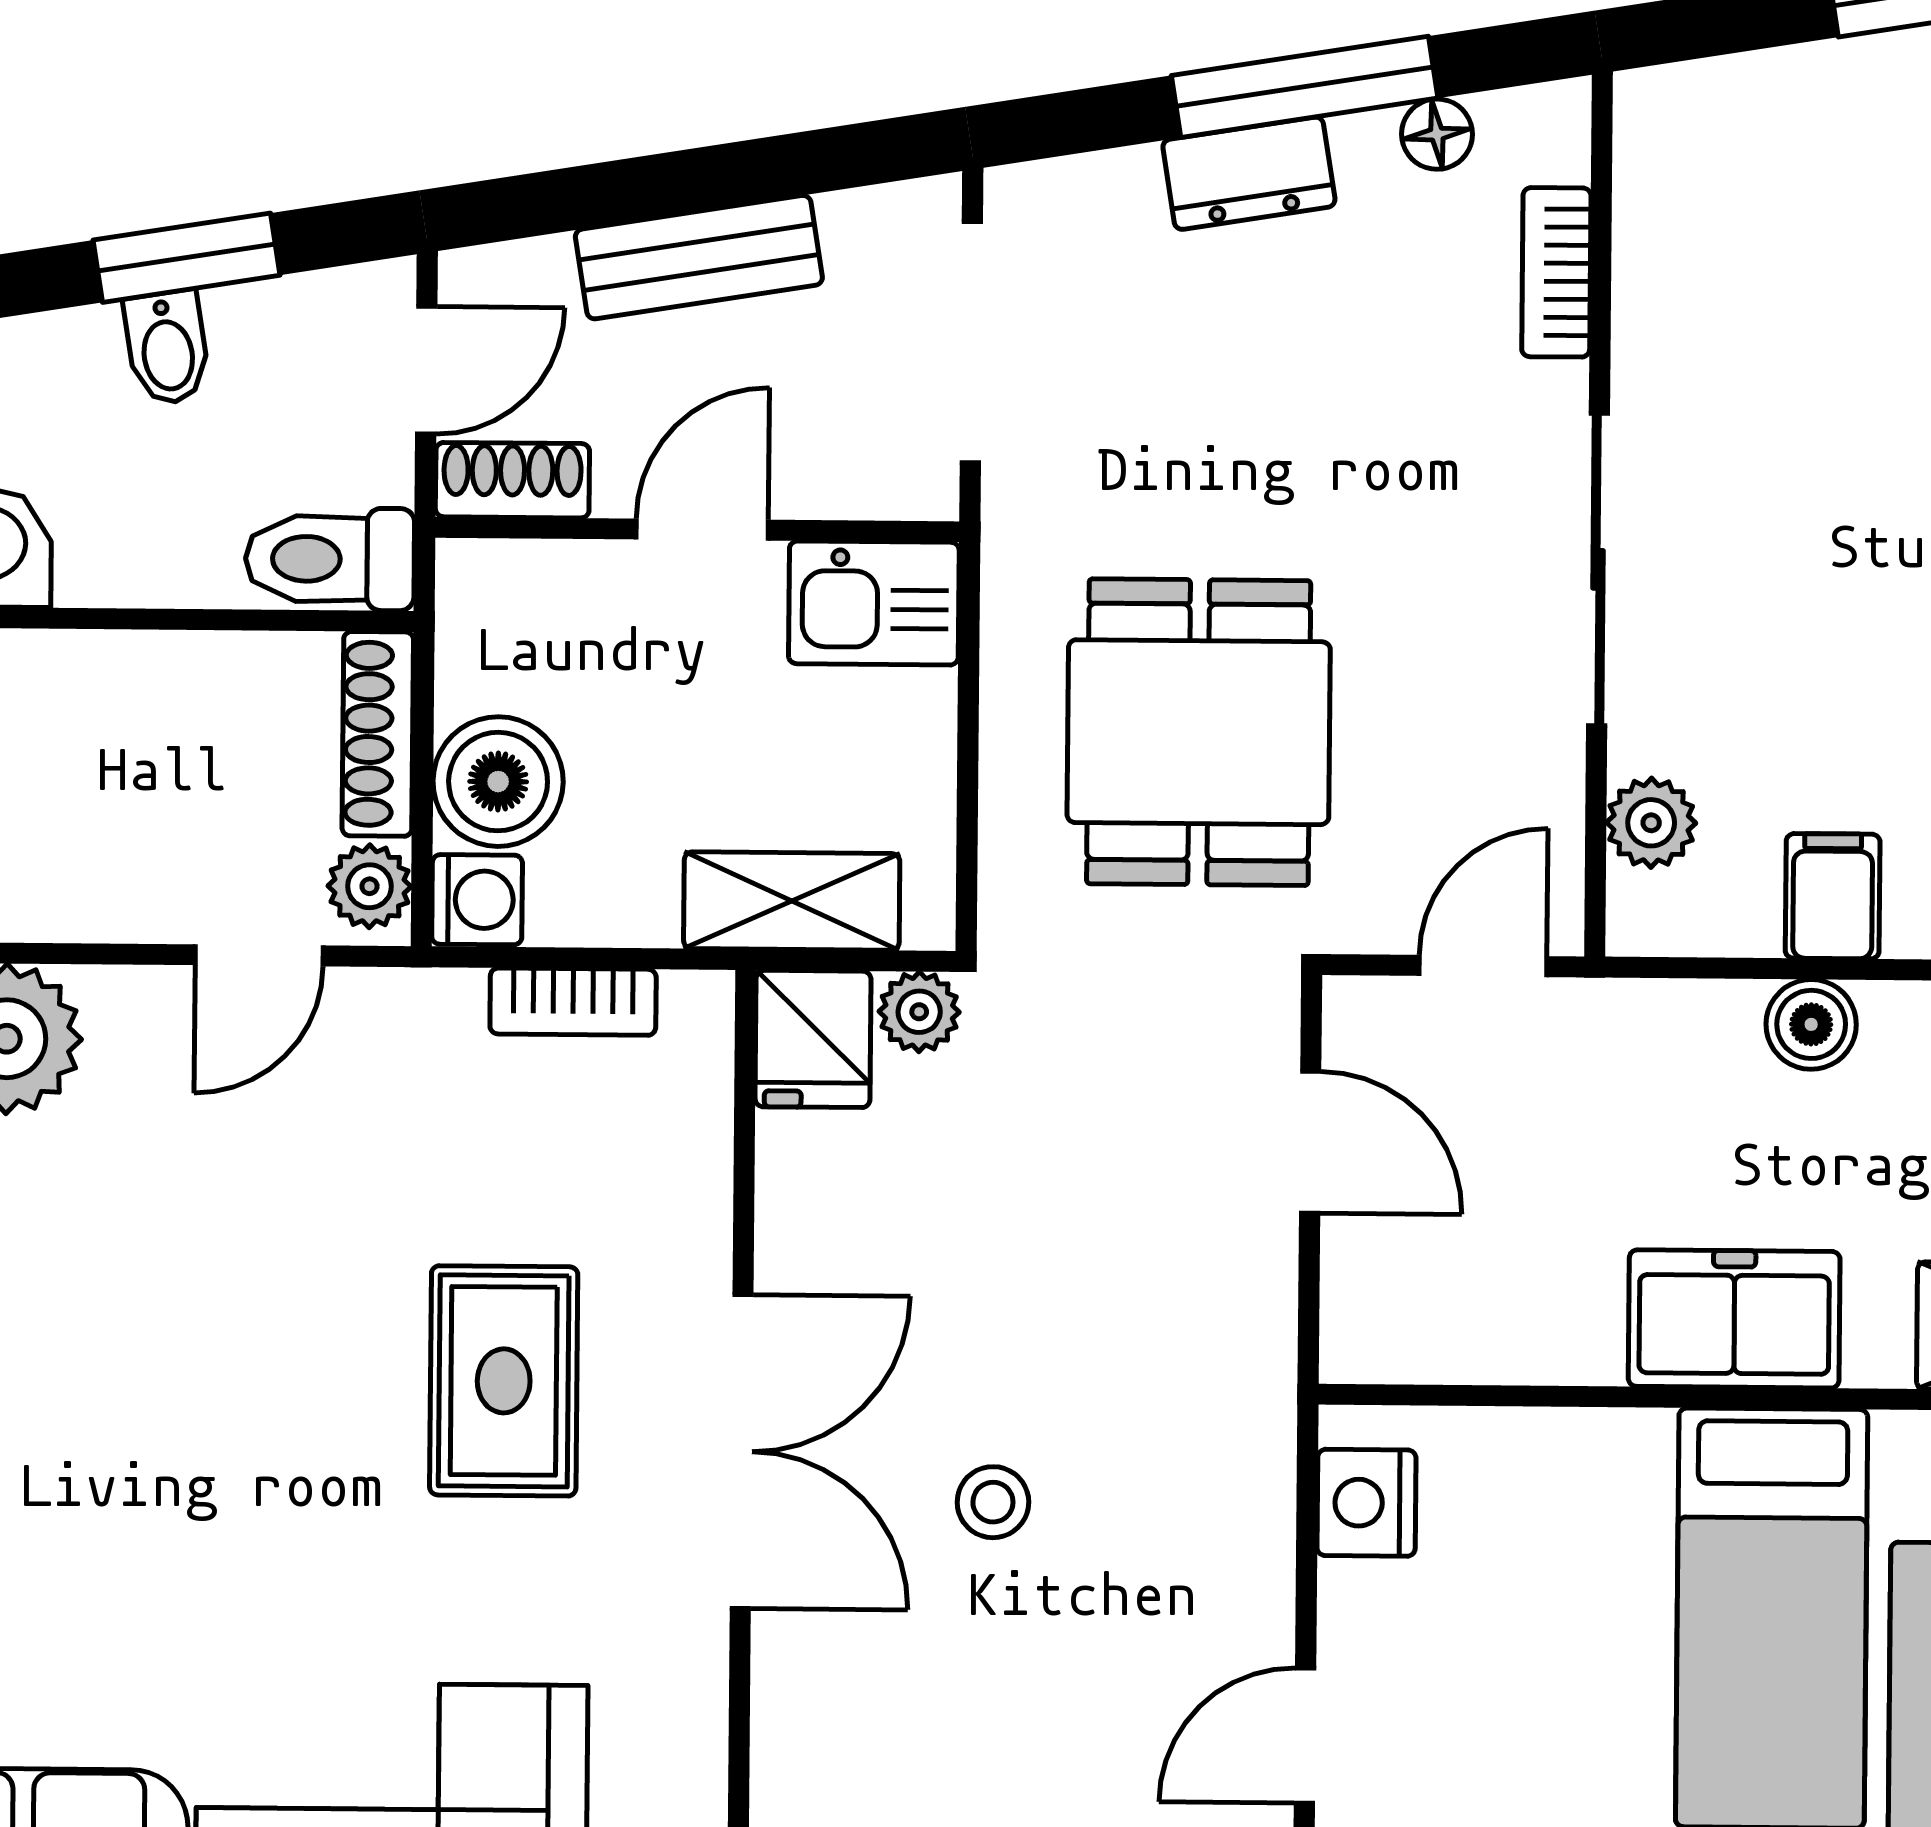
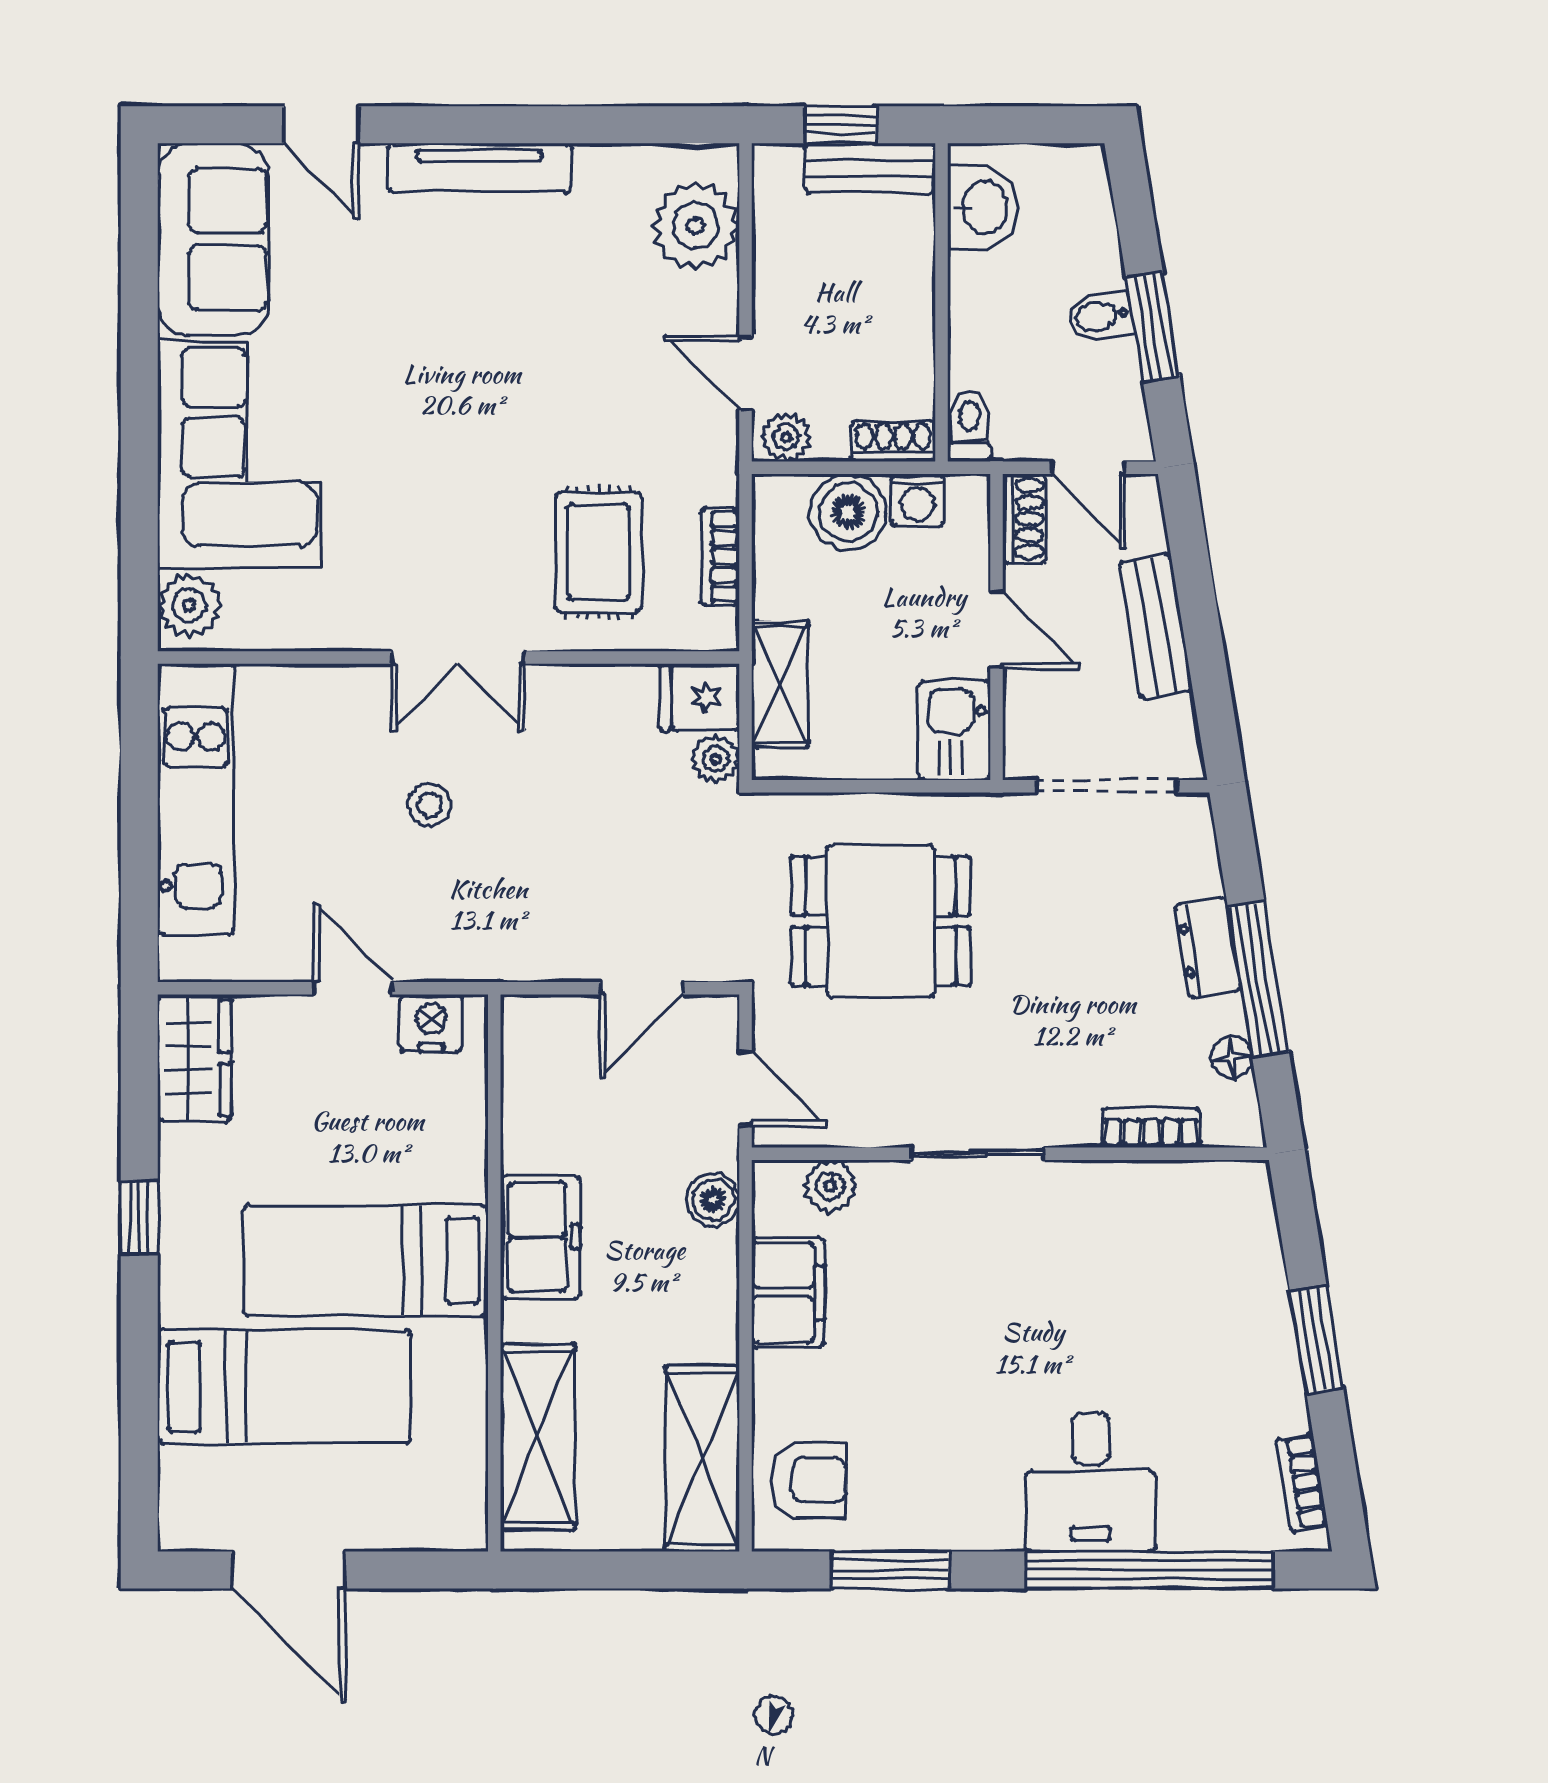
toilet: (330, 559) -> (969, 426), width x0.73, depth x0.72
sliding door: (1598, 569) -> (978, 1154), width x0.73
shoe rack: (378, 734) -> (893, 441), width x0.70
filing cabinet: (1833, 896) -> (788, 1292), width x2.00
washing machine: (477, 900) -> (917, 500), moved
boiler: (1811, 1024) -> (713, 1200), moved
rug: (504, 1381) -> (599, 552), moved, turned 90
double door: (742, 1451) -> (458, 658), width x0.73
door: (1305, 1736) -> (353, 988), moved

